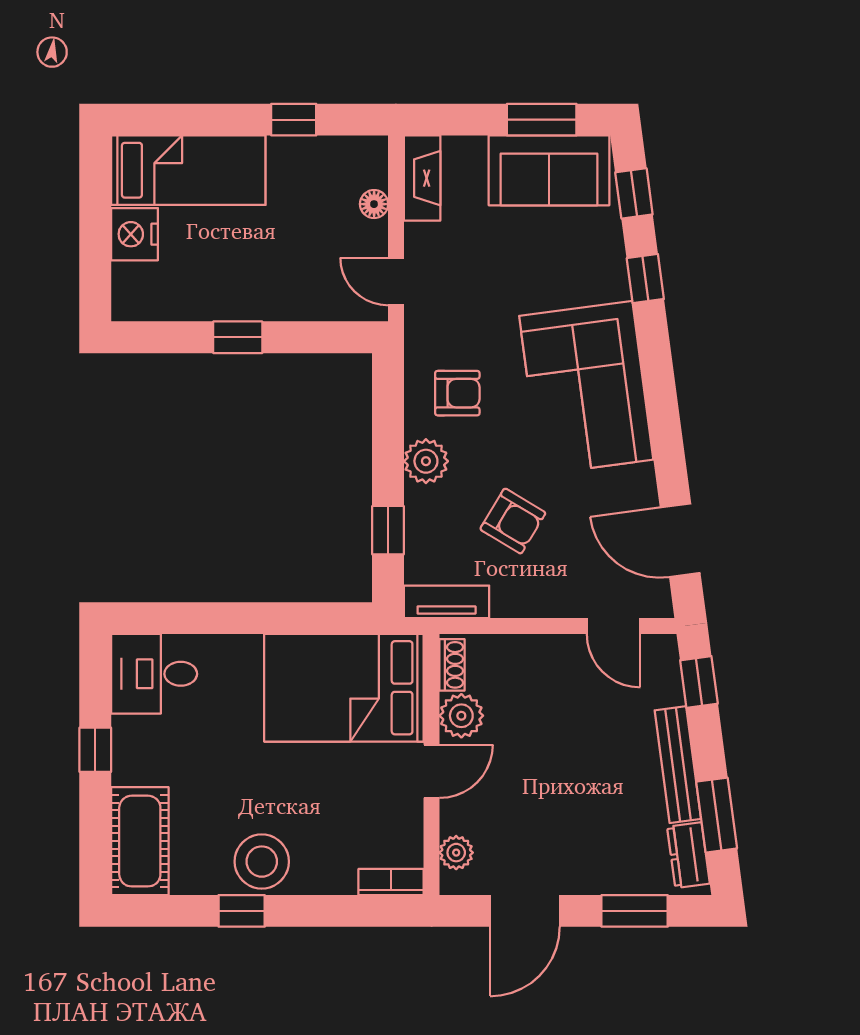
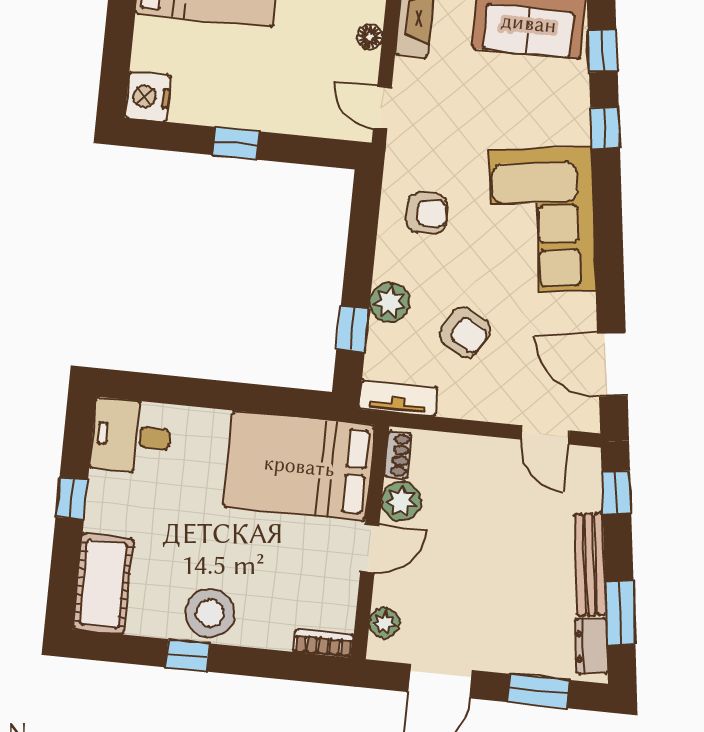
nightstand: (135, 234) -> (148, 97), moved
plant: (426, 461) -> (390, 302), moved

